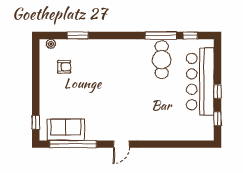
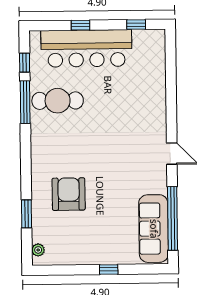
armchair: (64, 67) -> (69, 194), moved, width x1.88, depth x1.88
window: (218, 92) -> (81, 25), moved
window: (36, 122) -> (109, 269), moved
sofa: (66, 130) -> (154, 229), width x1.36

